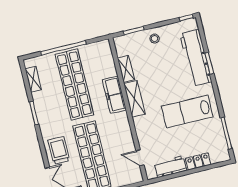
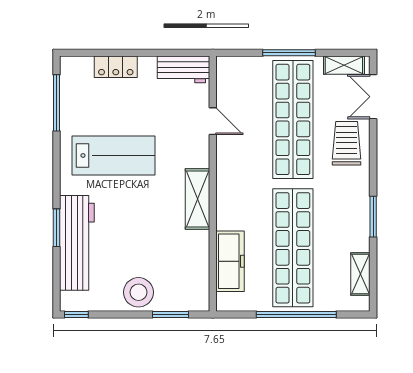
stool: (155, 39) -> (138, 292), width x1.89, depth x1.89
shelving: (126, 69) -> (200, 253), removed
freezer: (114, 95) -> (230, 261), moved
trolley: (59, 150) -> (347, 143), turned 180
door: (140, 158) -> (213, 121), moved
workbench: (170, 167) -> (183, 69), moved

